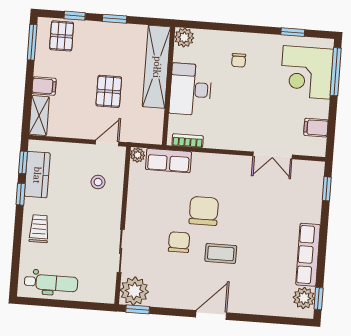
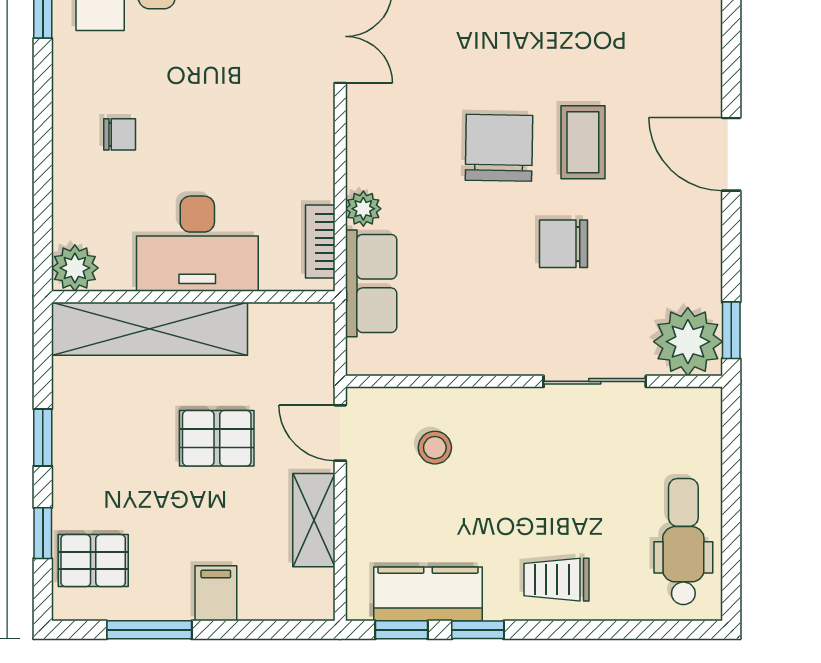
window: (32, 42) -> (149, 630), moved
shelving: (39, 115) -> (314, 520), moved, turned 90
plant: (138, 155) -> (363, 209), moved
chair: (204, 211) -> (499, 148), moved, turned 91

